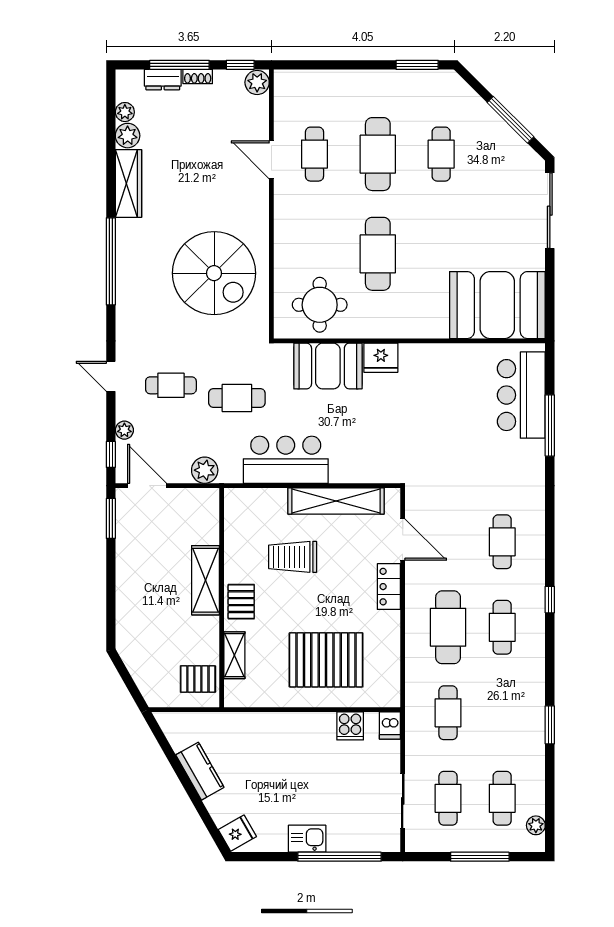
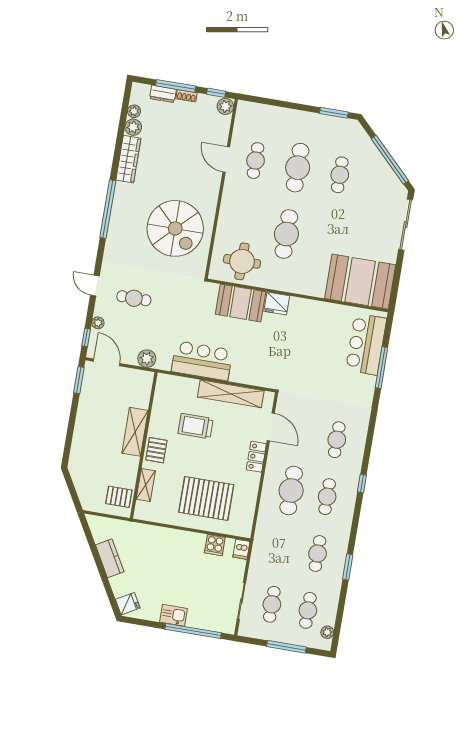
window: (510, 120) -> (390, 160), width x1.46
cafe table: (237, 398) -> (176, 314), removed
cafe table: (448, 713) -> (318, 553), moved

